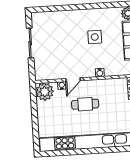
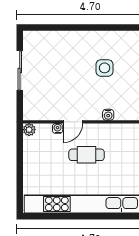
plant: (45, 92) -> (29, 130), width x0.53, depth x0.53

